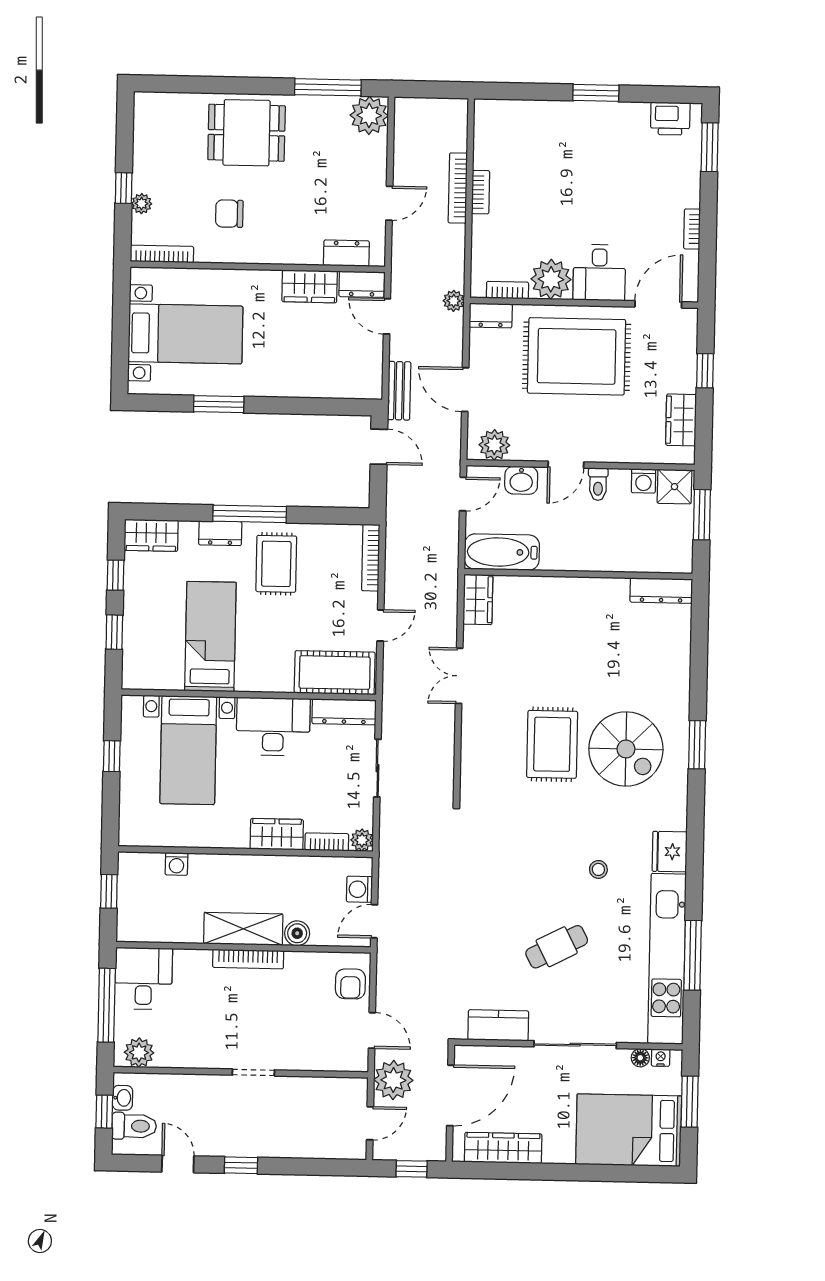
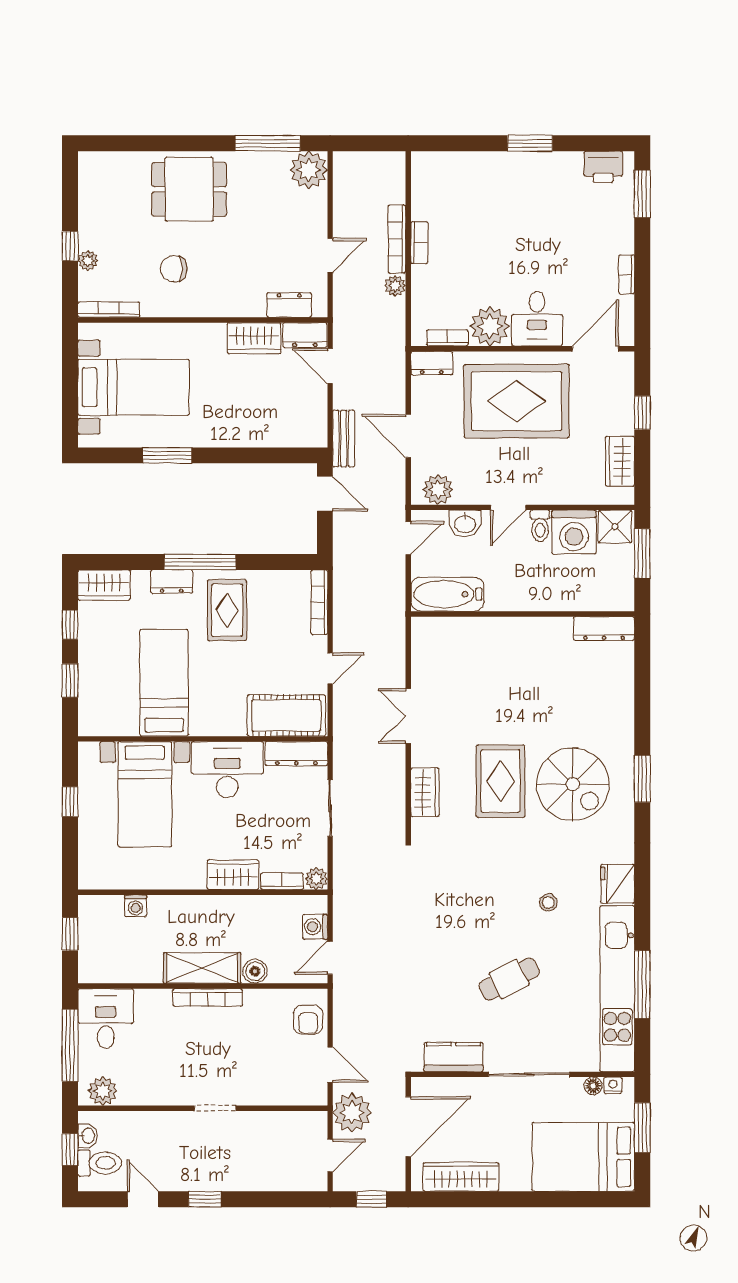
plant: (454, 301) -> (395, 286), moved
washing machine: (643, 481) -> (574, 532), width x1.89, depth x1.89
wardrobe: (478, 599) -> (425, 792), moved

